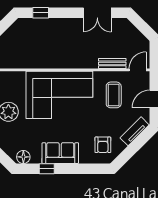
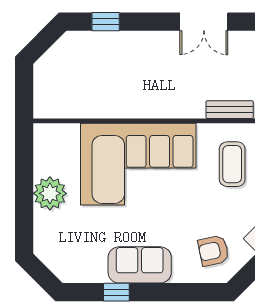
armchair: (103, 145) -> (213, 251), turned 78
floor lamp: (23, 157) -> (76, 272), removed

